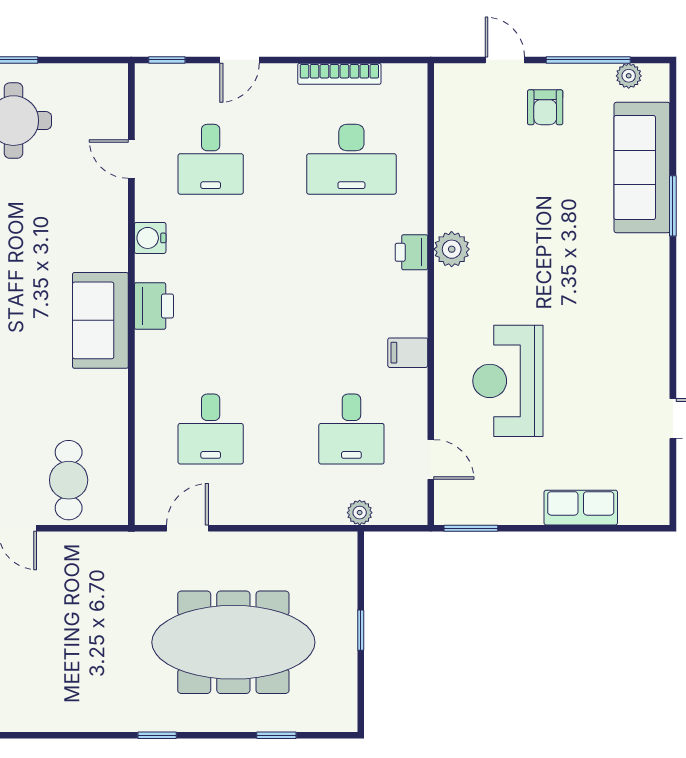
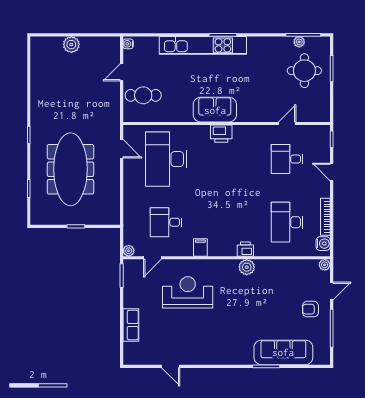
plant: (629, 76) -> (325, 265), moved
water cooler: (150, 238) -> (323, 244), moved, turned 90
desk: (211, 429) -> (166, 159), width x1.87, depth x1.30
plant: (360, 513) -> (129, 251), moved

